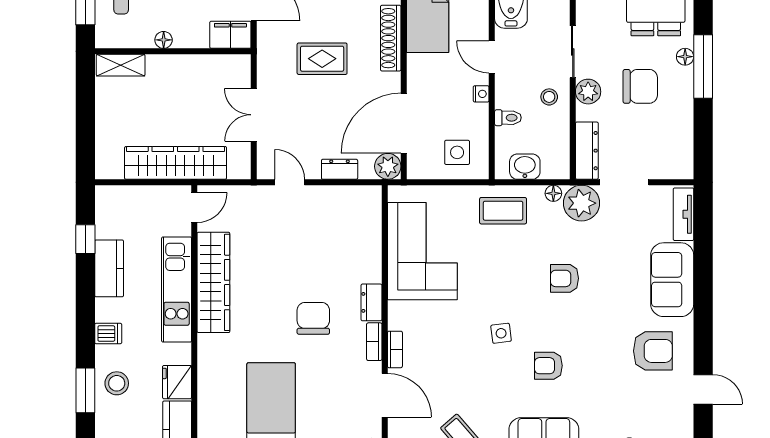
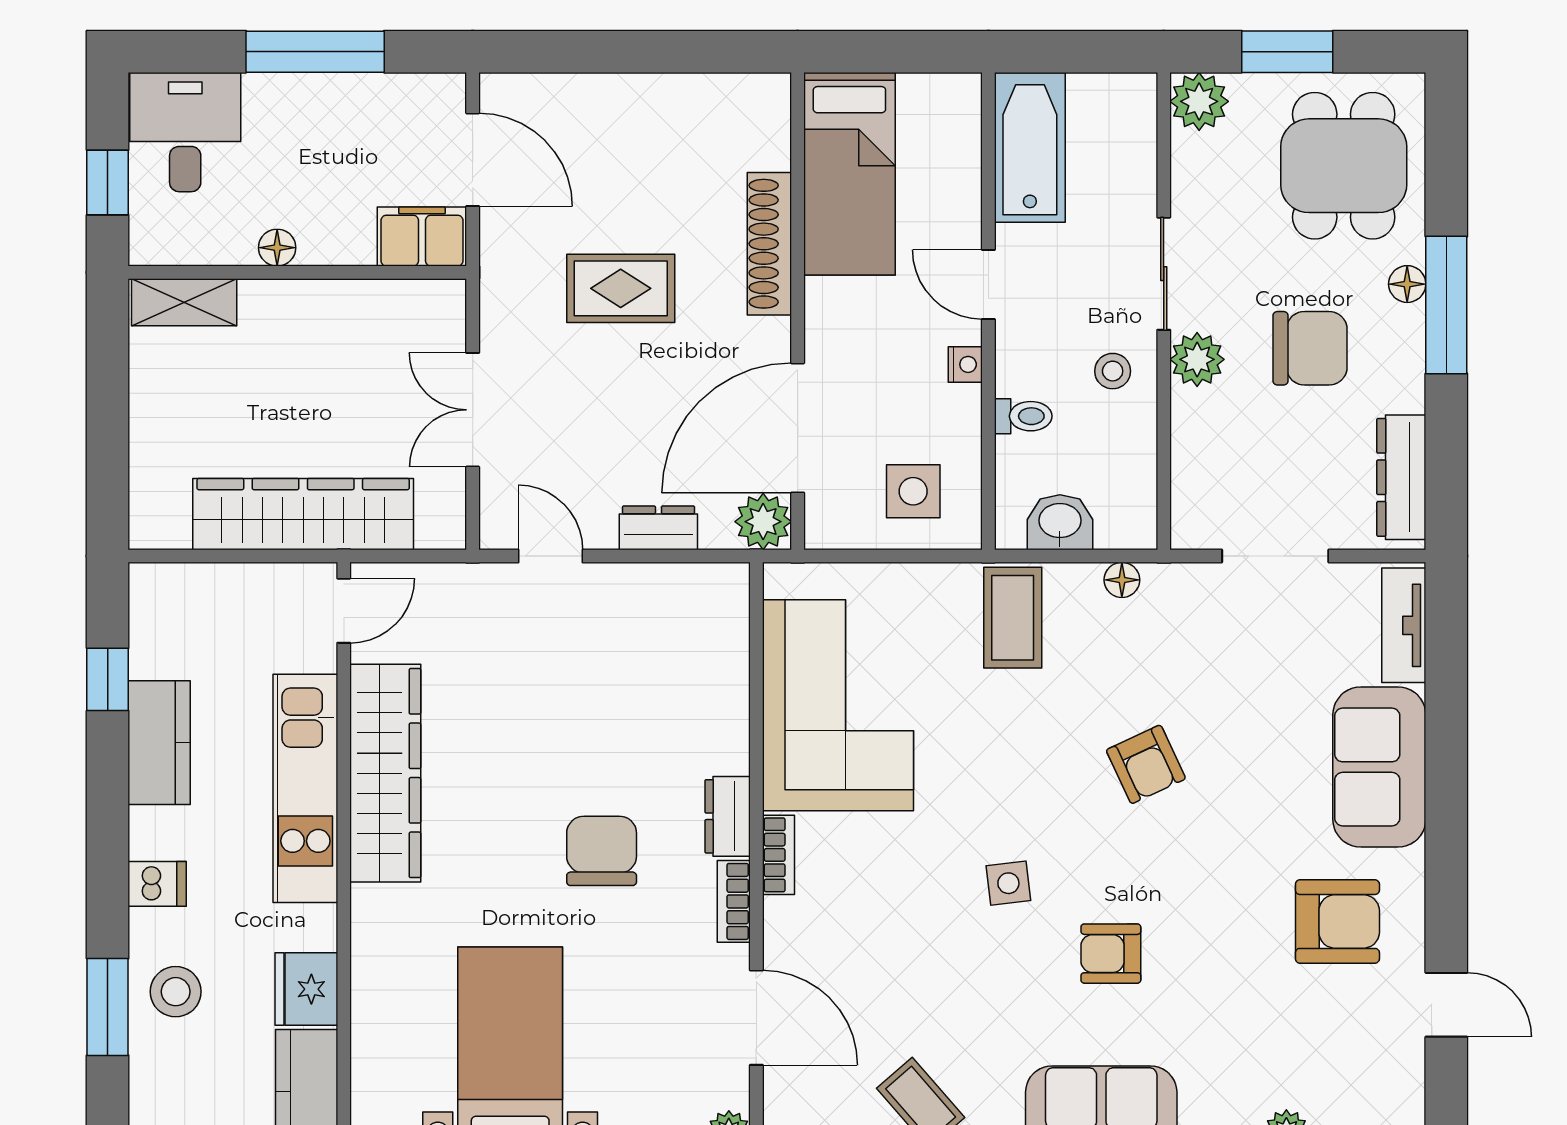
dresser: (587, 151) -> (1401, 477), moved, turned 180
plant: (582, 203) -> (1183, 601), removed
coffee table: (503, 211) -> (1013, 618), turned 90
armchair: (564, 278) -> (1146, 764), turned -115
bookcase: (395, 349) -> (778, 855), moved

